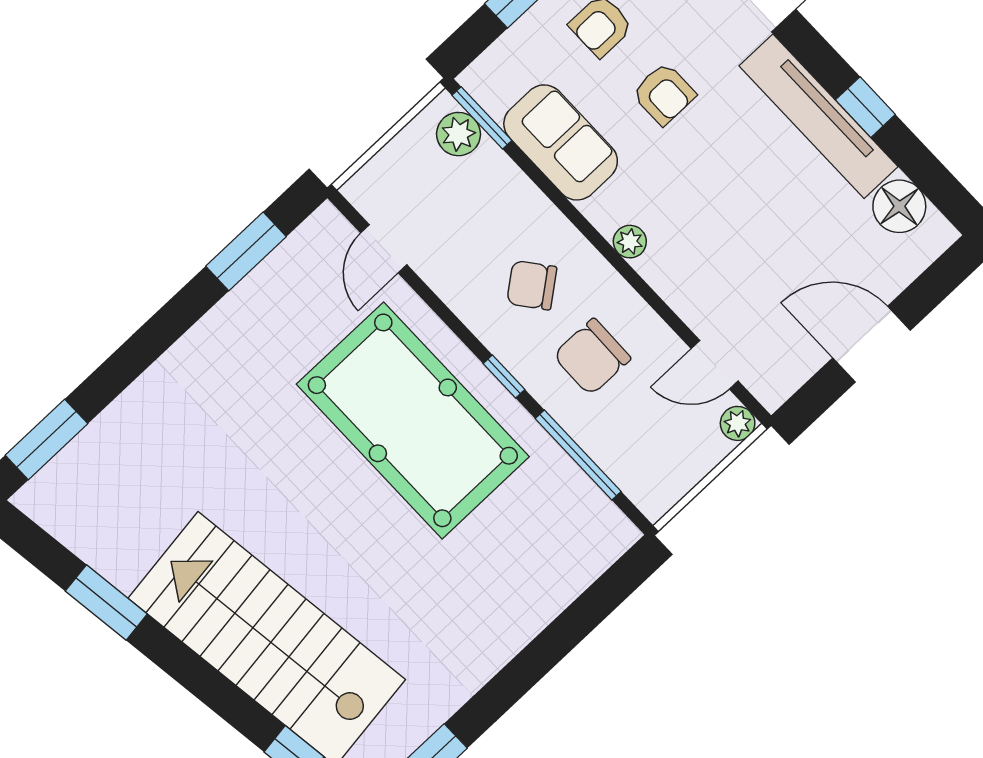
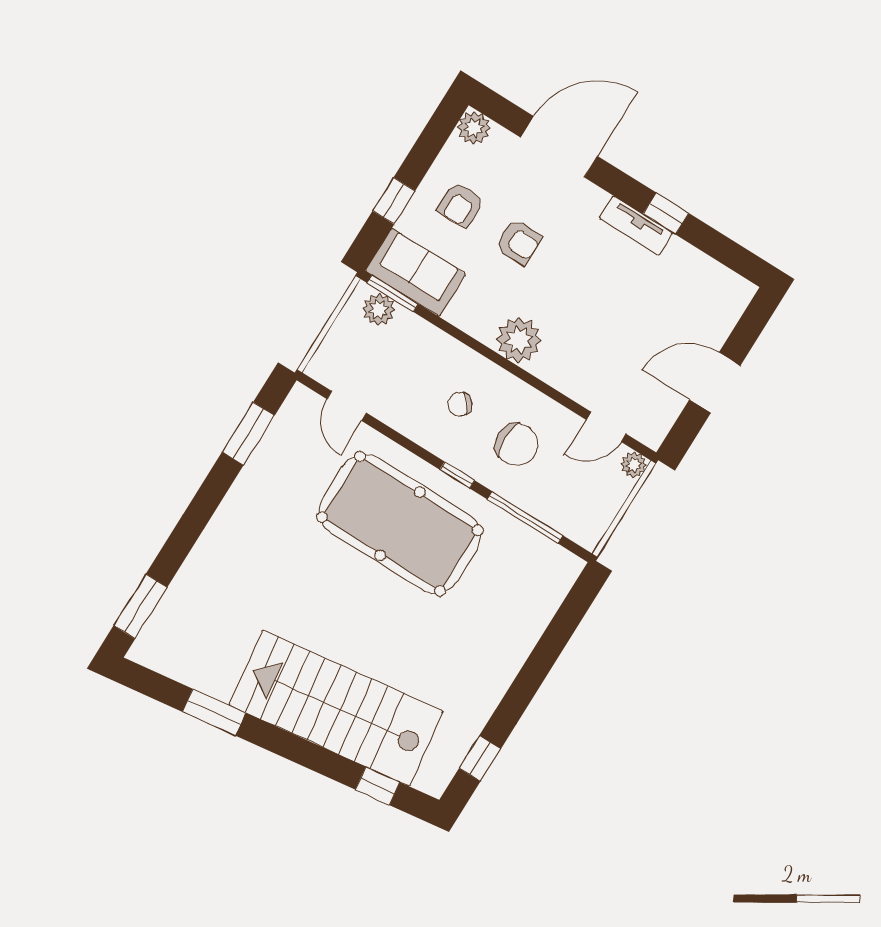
tv unit: (819, 116) -> (636, 226), width x0.52, depth x0.78
sofa: (561, 142) -> (415, 272), moved
floor lamp: (899, 206) -> (709, 278), removed
plant: (630, 242) -> (519, 340), width x1.88, depth x1.88
chair: (532, 285) -> (460, 404), width x0.73, depth x0.73
chair: (592, 357) -> (517, 444), turned -91

